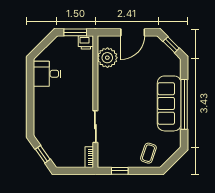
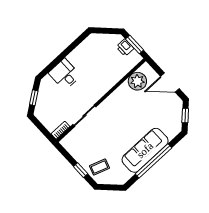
printer: (86, 42) -> (125, 48), moved
desk: (47, 74) -> (65, 74), moved
window: (120, 171) -> (81, 170), moved

